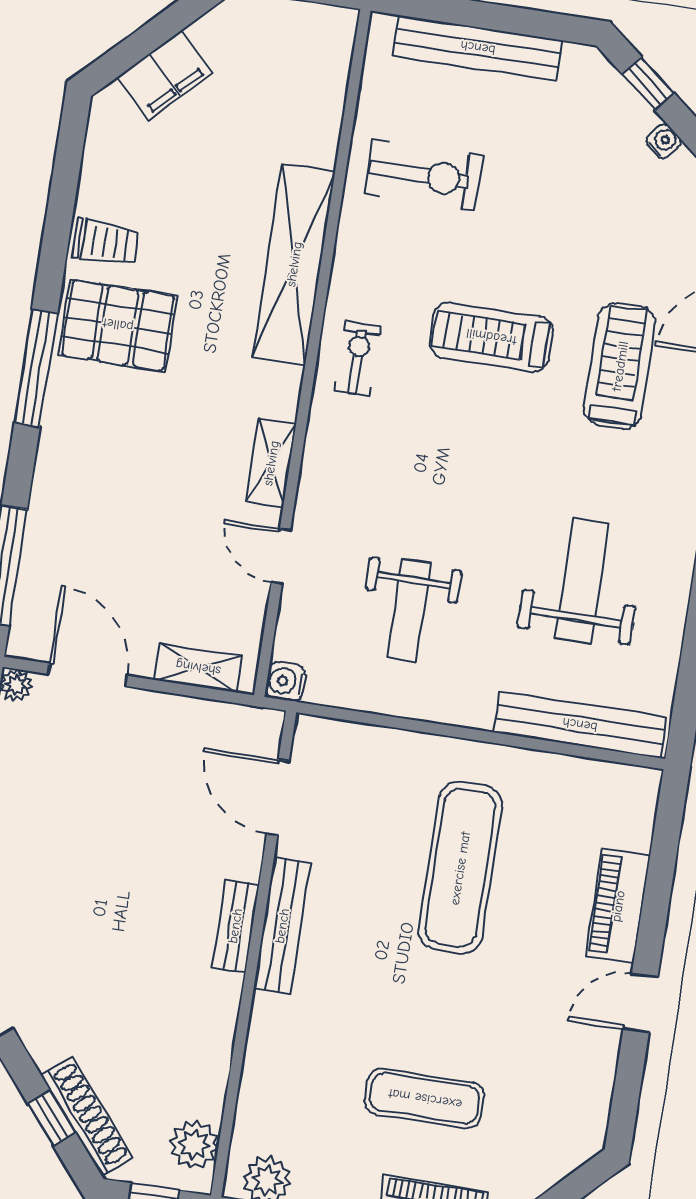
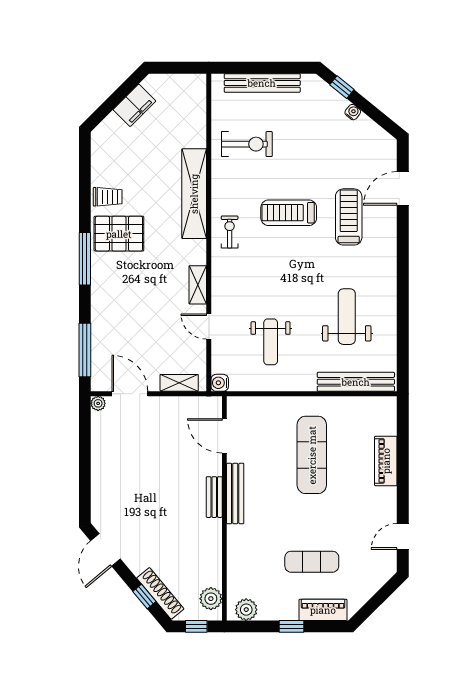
filing cabinet: (165, 75) -> (134, 105), moved
door: (640, 1003) -> (403, 536), moved

